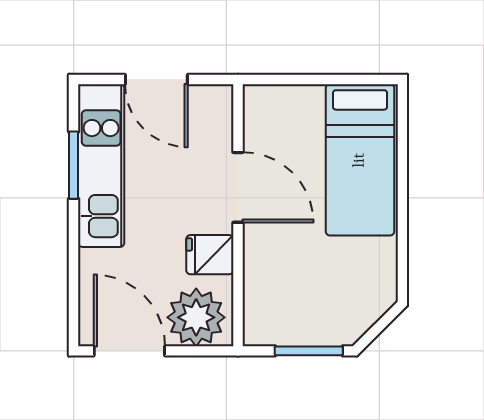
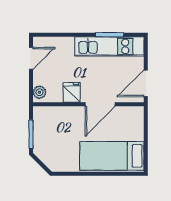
door: (156, 79) -> (146, 83), moved
plant: (196, 317) -> (39, 92), width x0.53, depth x0.53
door: (129, 351) -> (31, 58), width x0.73

